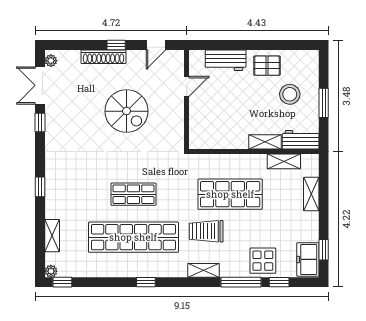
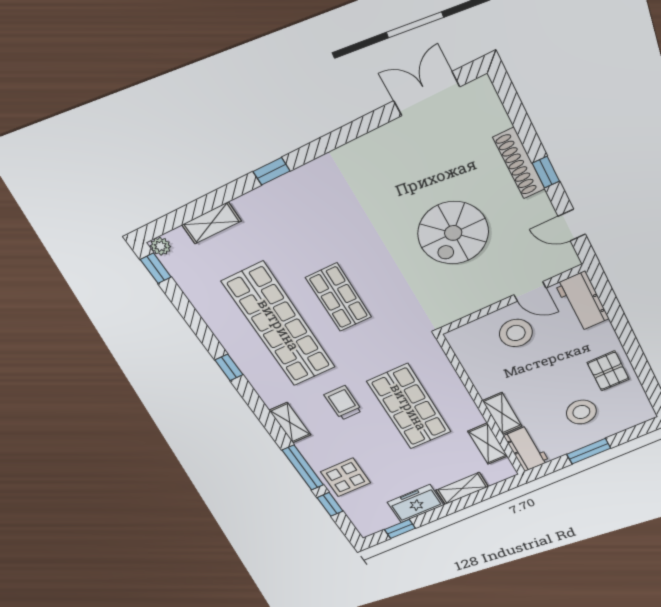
workbench: (226, 60) -> (582, 301), moved
plant: (51, 61) -> (475, 91), removed
stool: (211, 107) -> (516, 333), added
window: (40, 123) -> (369, 123), removed
trolley: (206, 231) -> (343, 403), width x0.73, depth x0.72
freezer: (308, 259) -> (415, 504), moved

